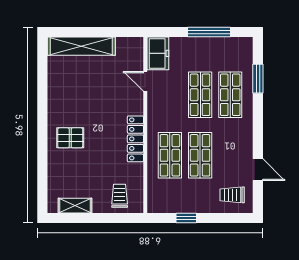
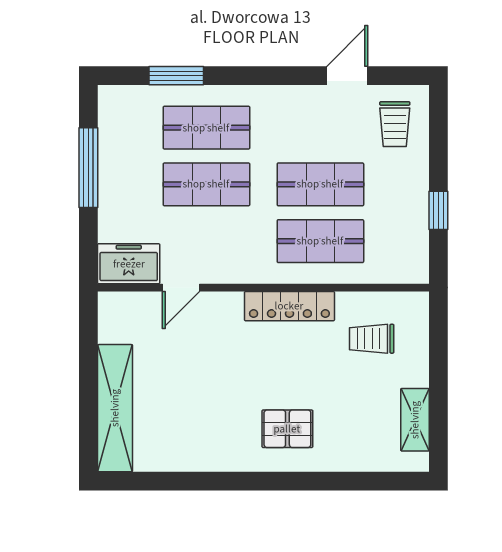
pallet: (70, 138) -> (287, 429), turned 90
trolley: (120, 196) -> (372, 339), moved

